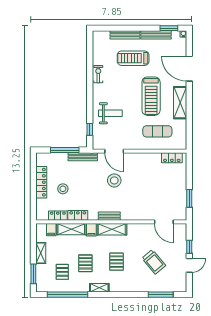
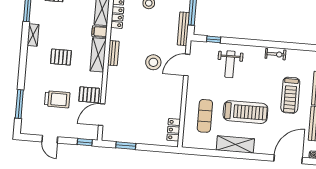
treadmill: (133, 58) -> (290, 95), turned 180
door: (189, 69) -> (288, 159), moved
treadmill: (151, 96) -> (245, 112), turned 180
window: (189, 247) -> (85, 142), moved
trolley: (154, 262) -> (57, 99), turned -140
pallet: (85, 263) -> (89, 95), moved

